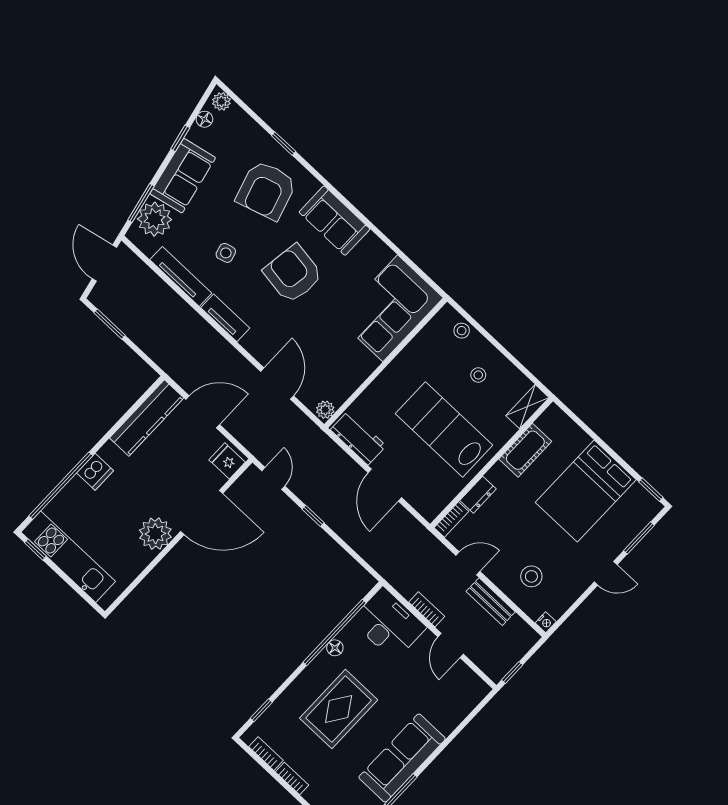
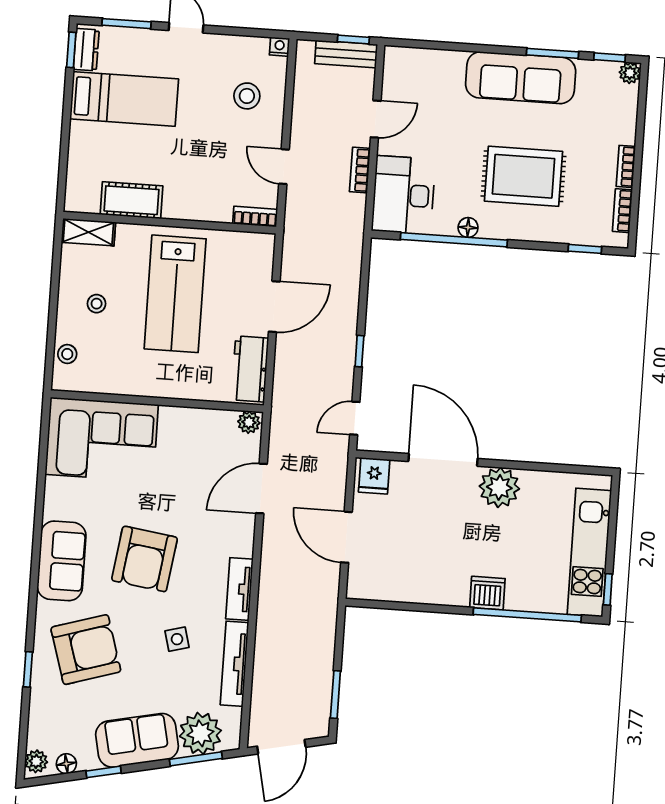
kitchen counter: (147, 418) -> (396, 586), removed
bed: (586, 491) -> (124, 99), width x0.67
dresser: (478, 495) -> (86, 50), moved, turned 90
bench: (491, 602) -> (346, 54), moved, turned 90

